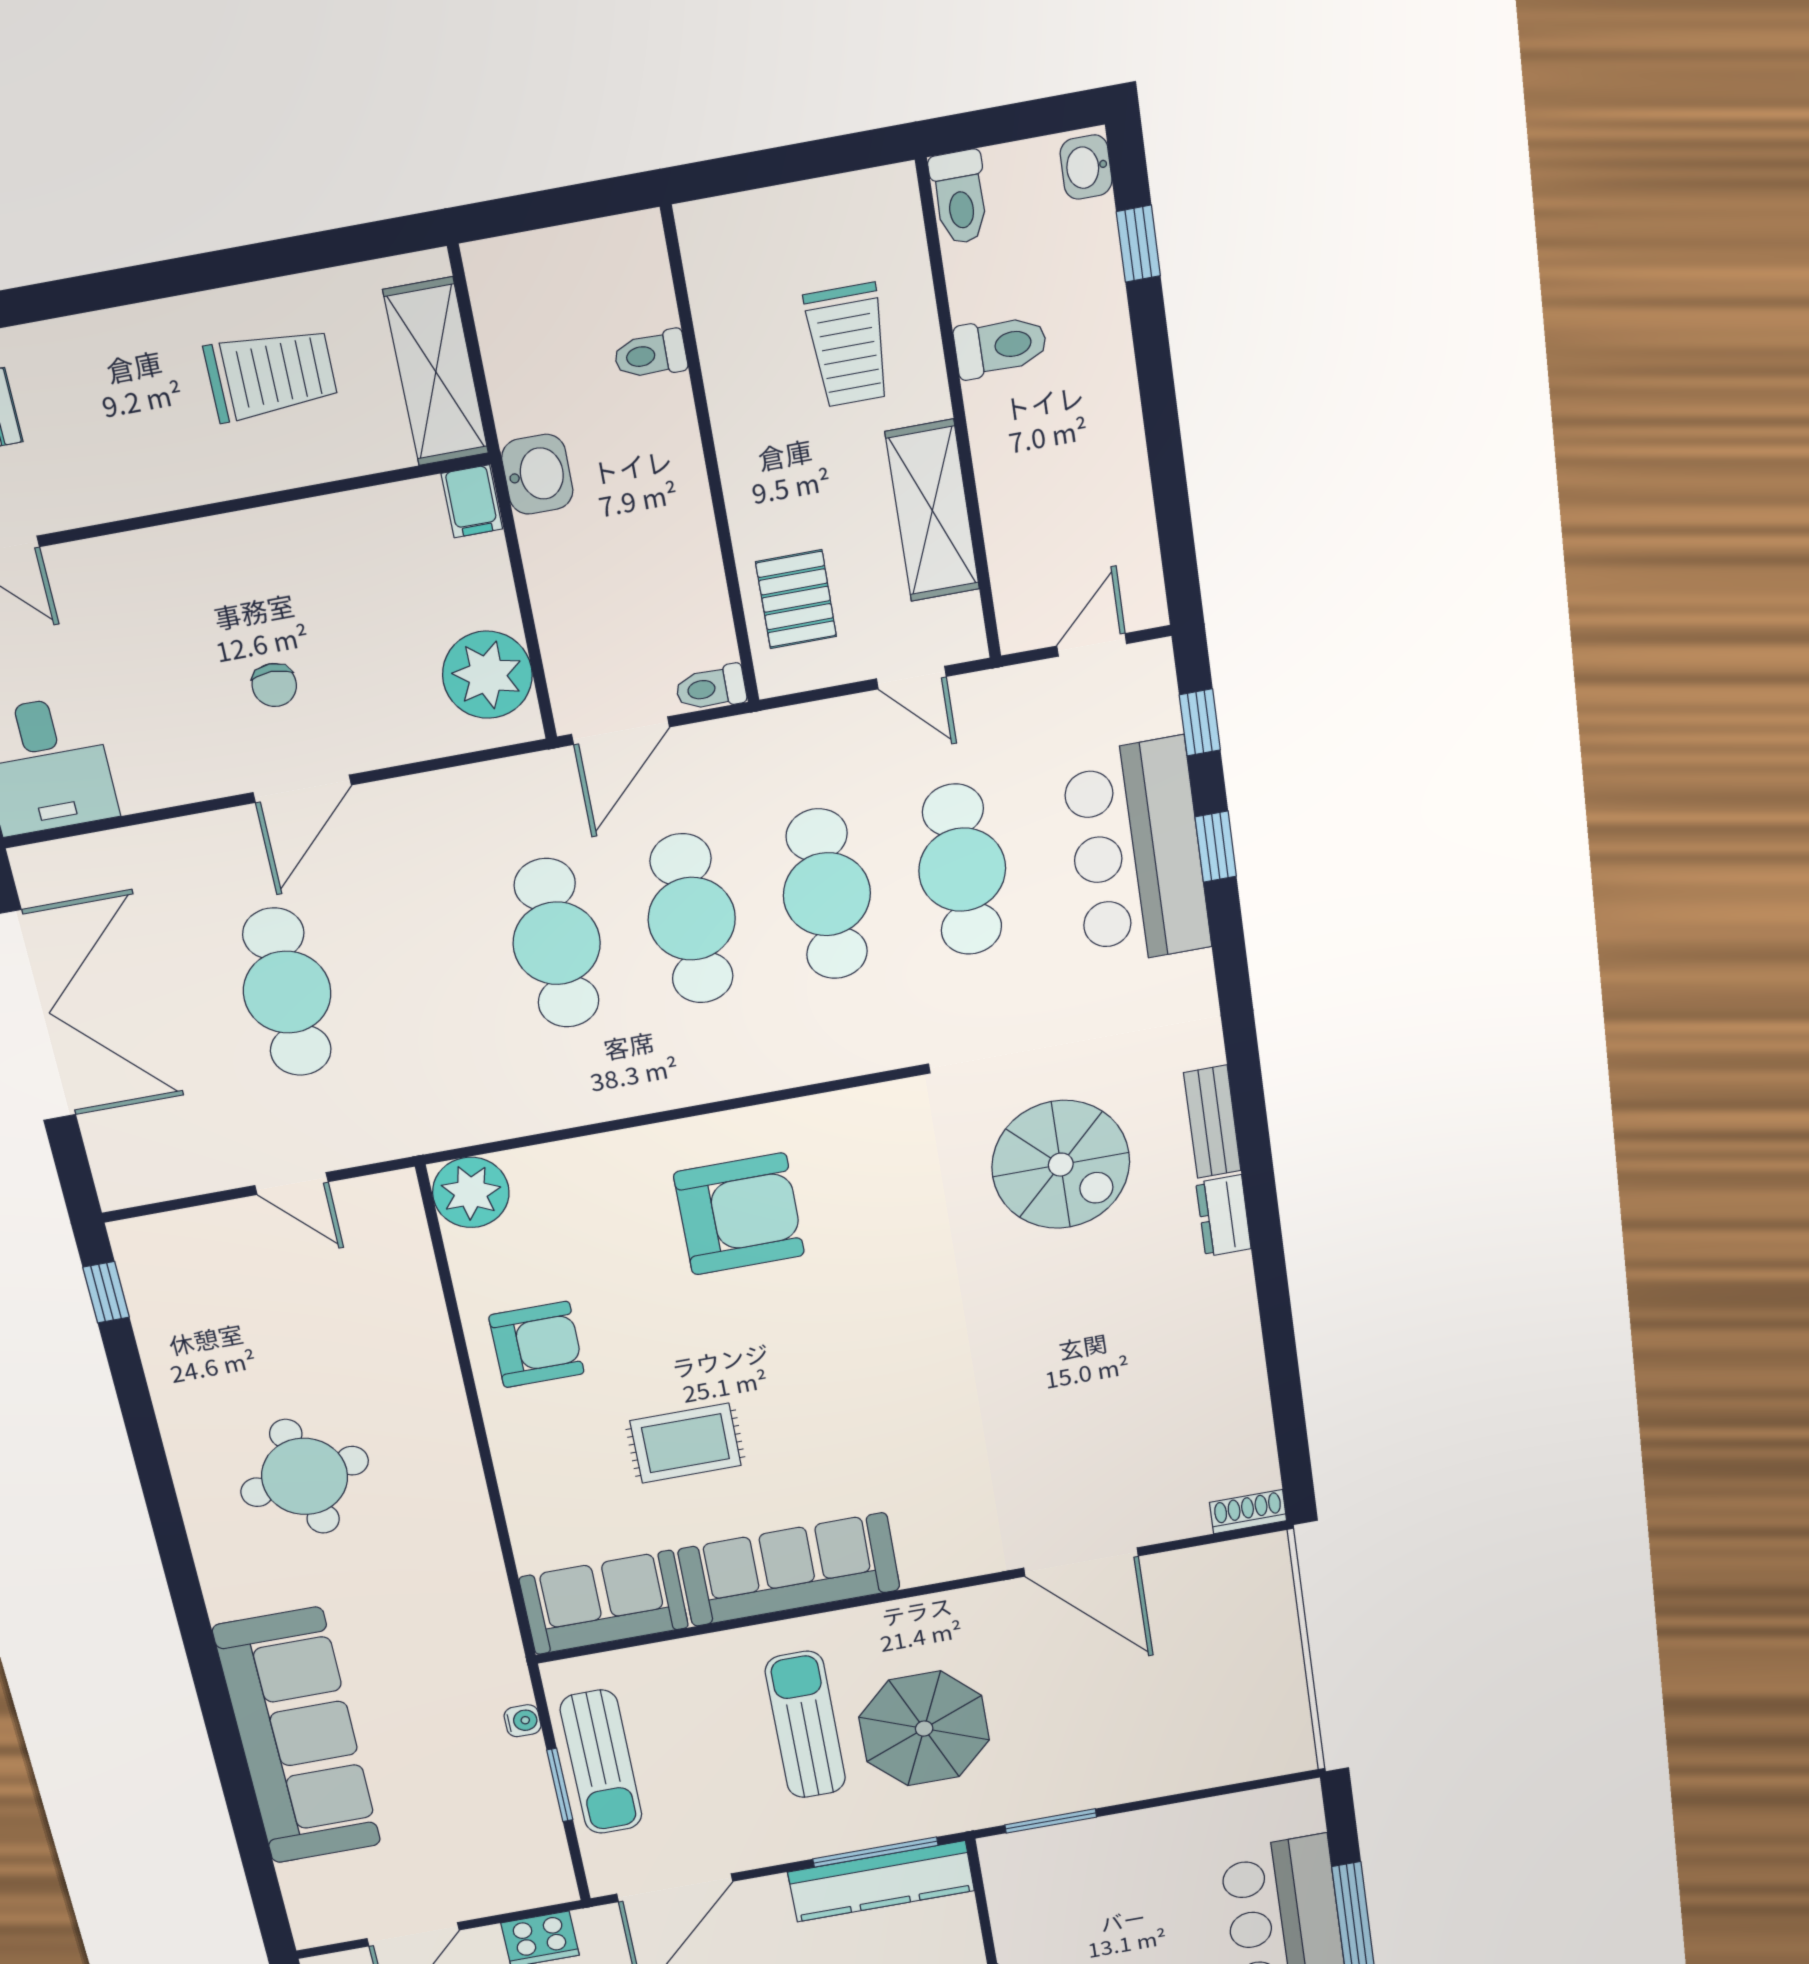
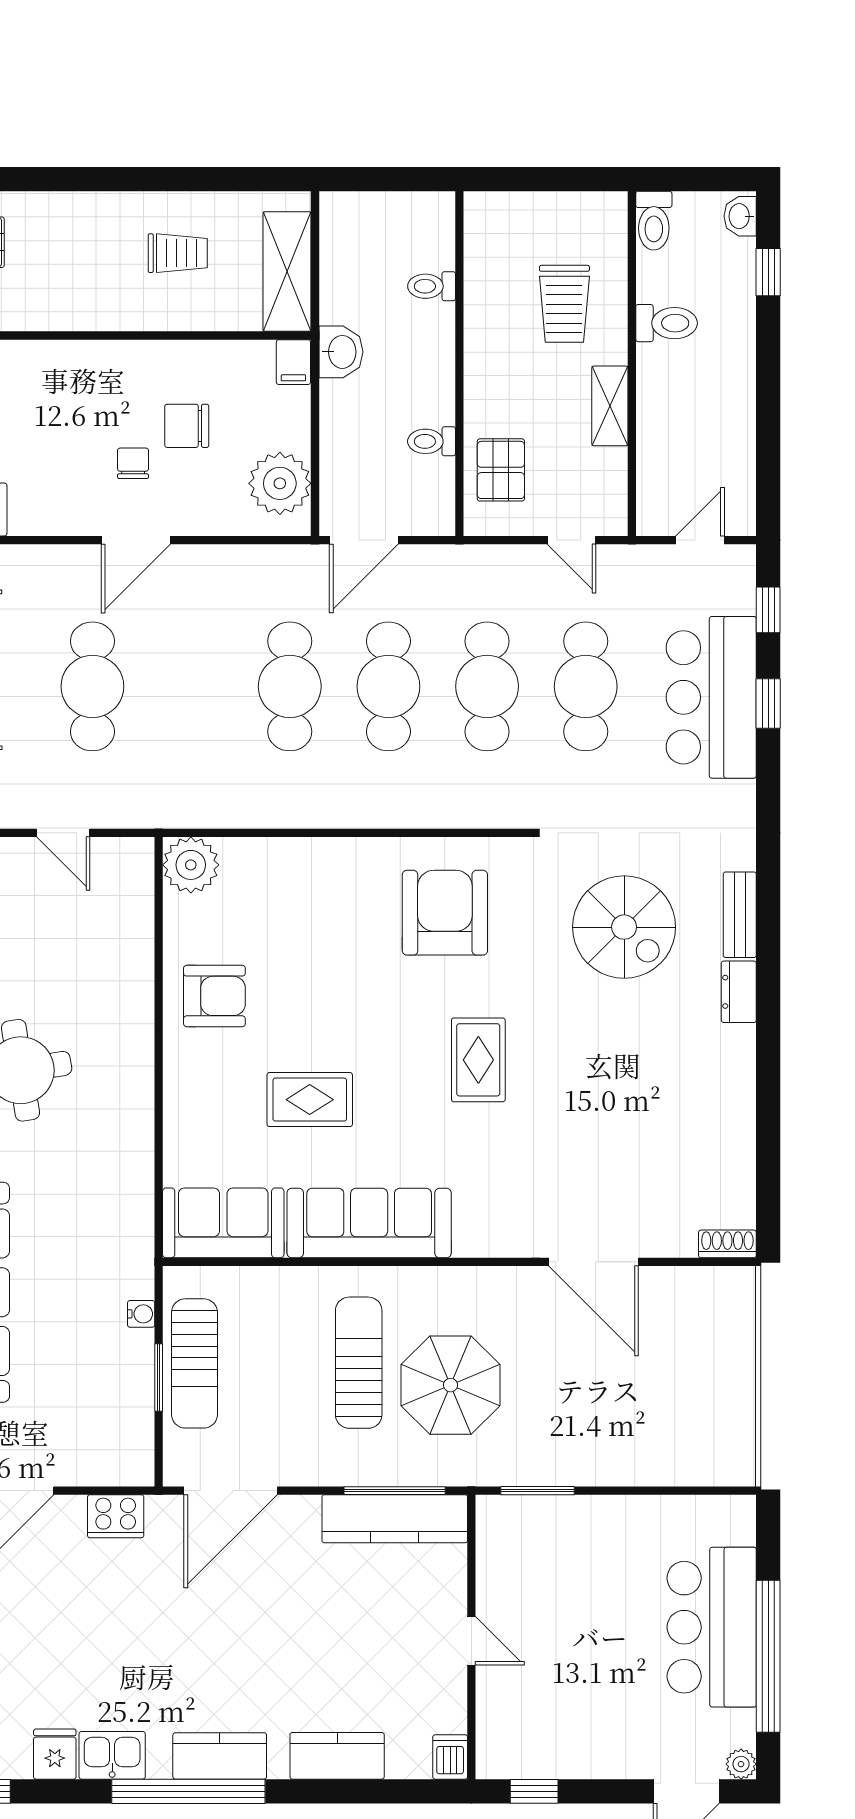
trolley: (271, 374) -> (178, 253), width x0.73, depth x0.72
shelving: (932, 511) -> (610, 406), width x0.67, depth x0.75
chair: (339, 619) -> (187, 426), added
chair: (274, 685) -> (133, 463), turned 180
toilet: (711, 688) -> (432, 441), moved
armchair: (739, 1214) -> (445, 913), moved, turned -90
rug: (895, 1358) -> (478, 1060), added

